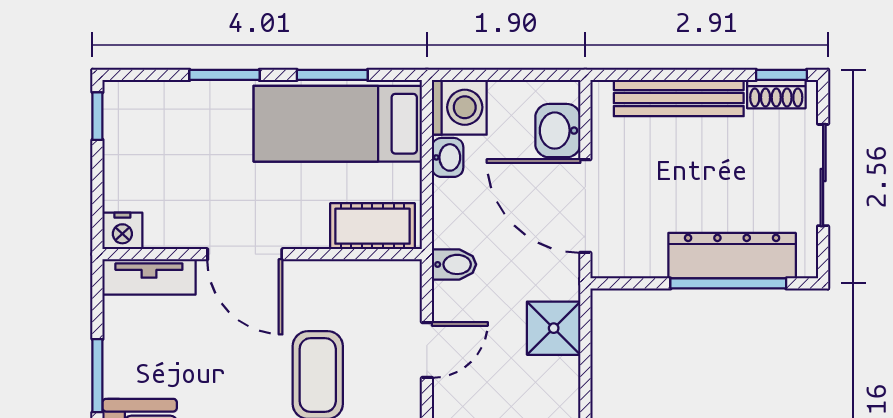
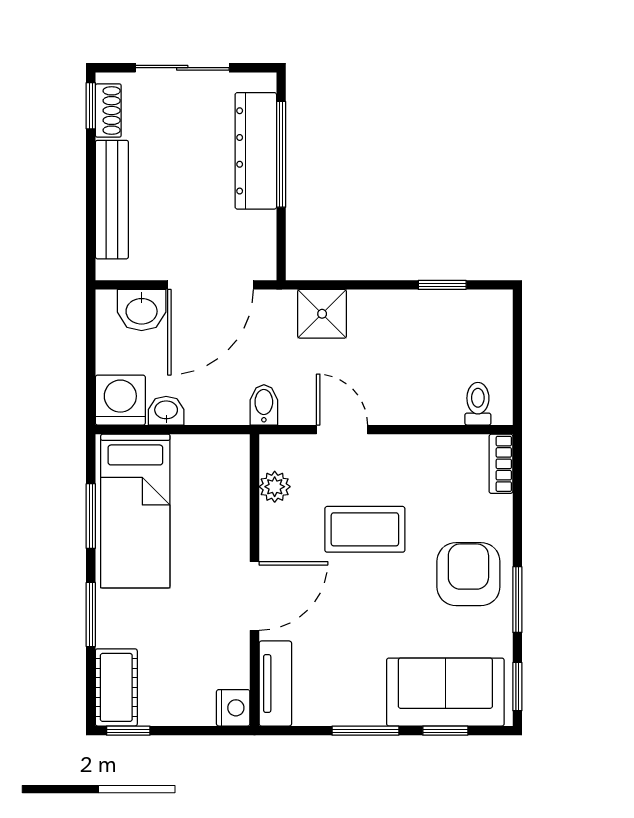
cot: (372, 226) -> (116, 687), moved
plant: (364, 276) -> (275, 487), added

